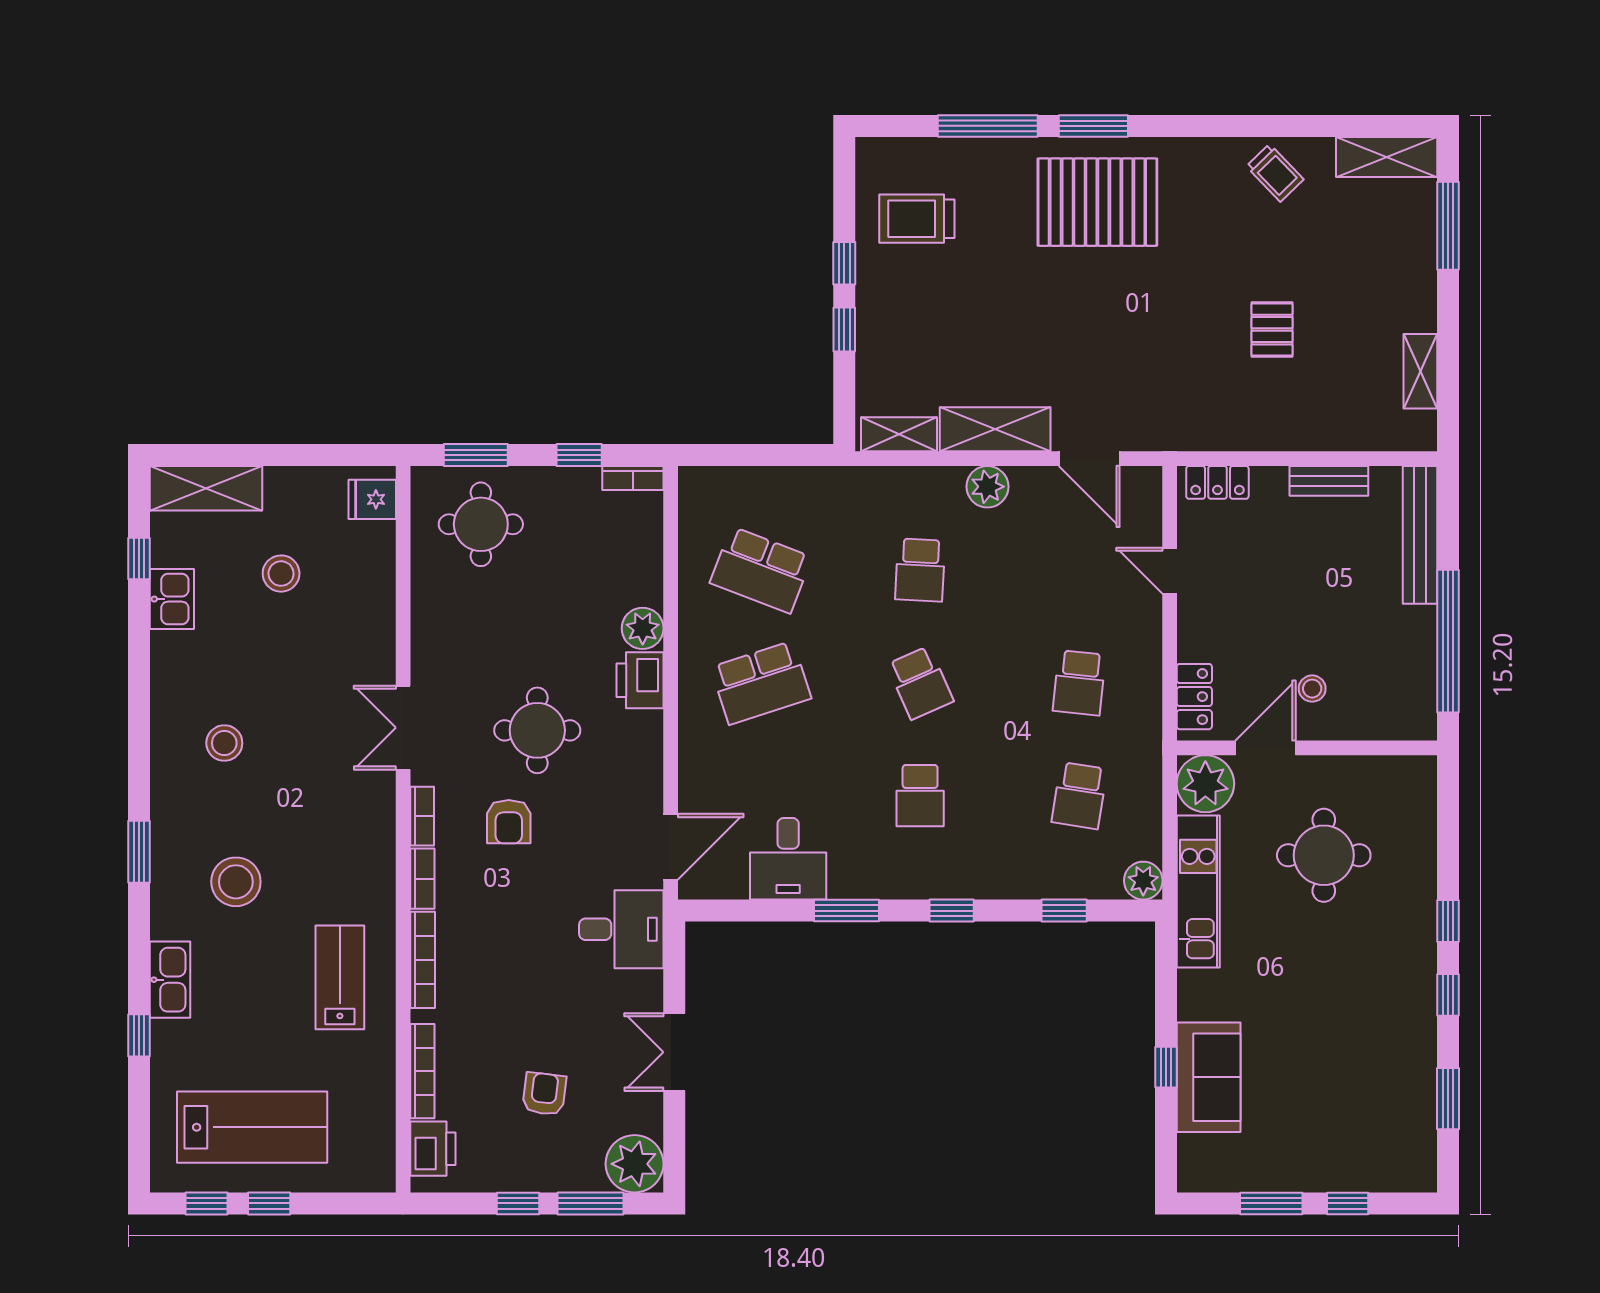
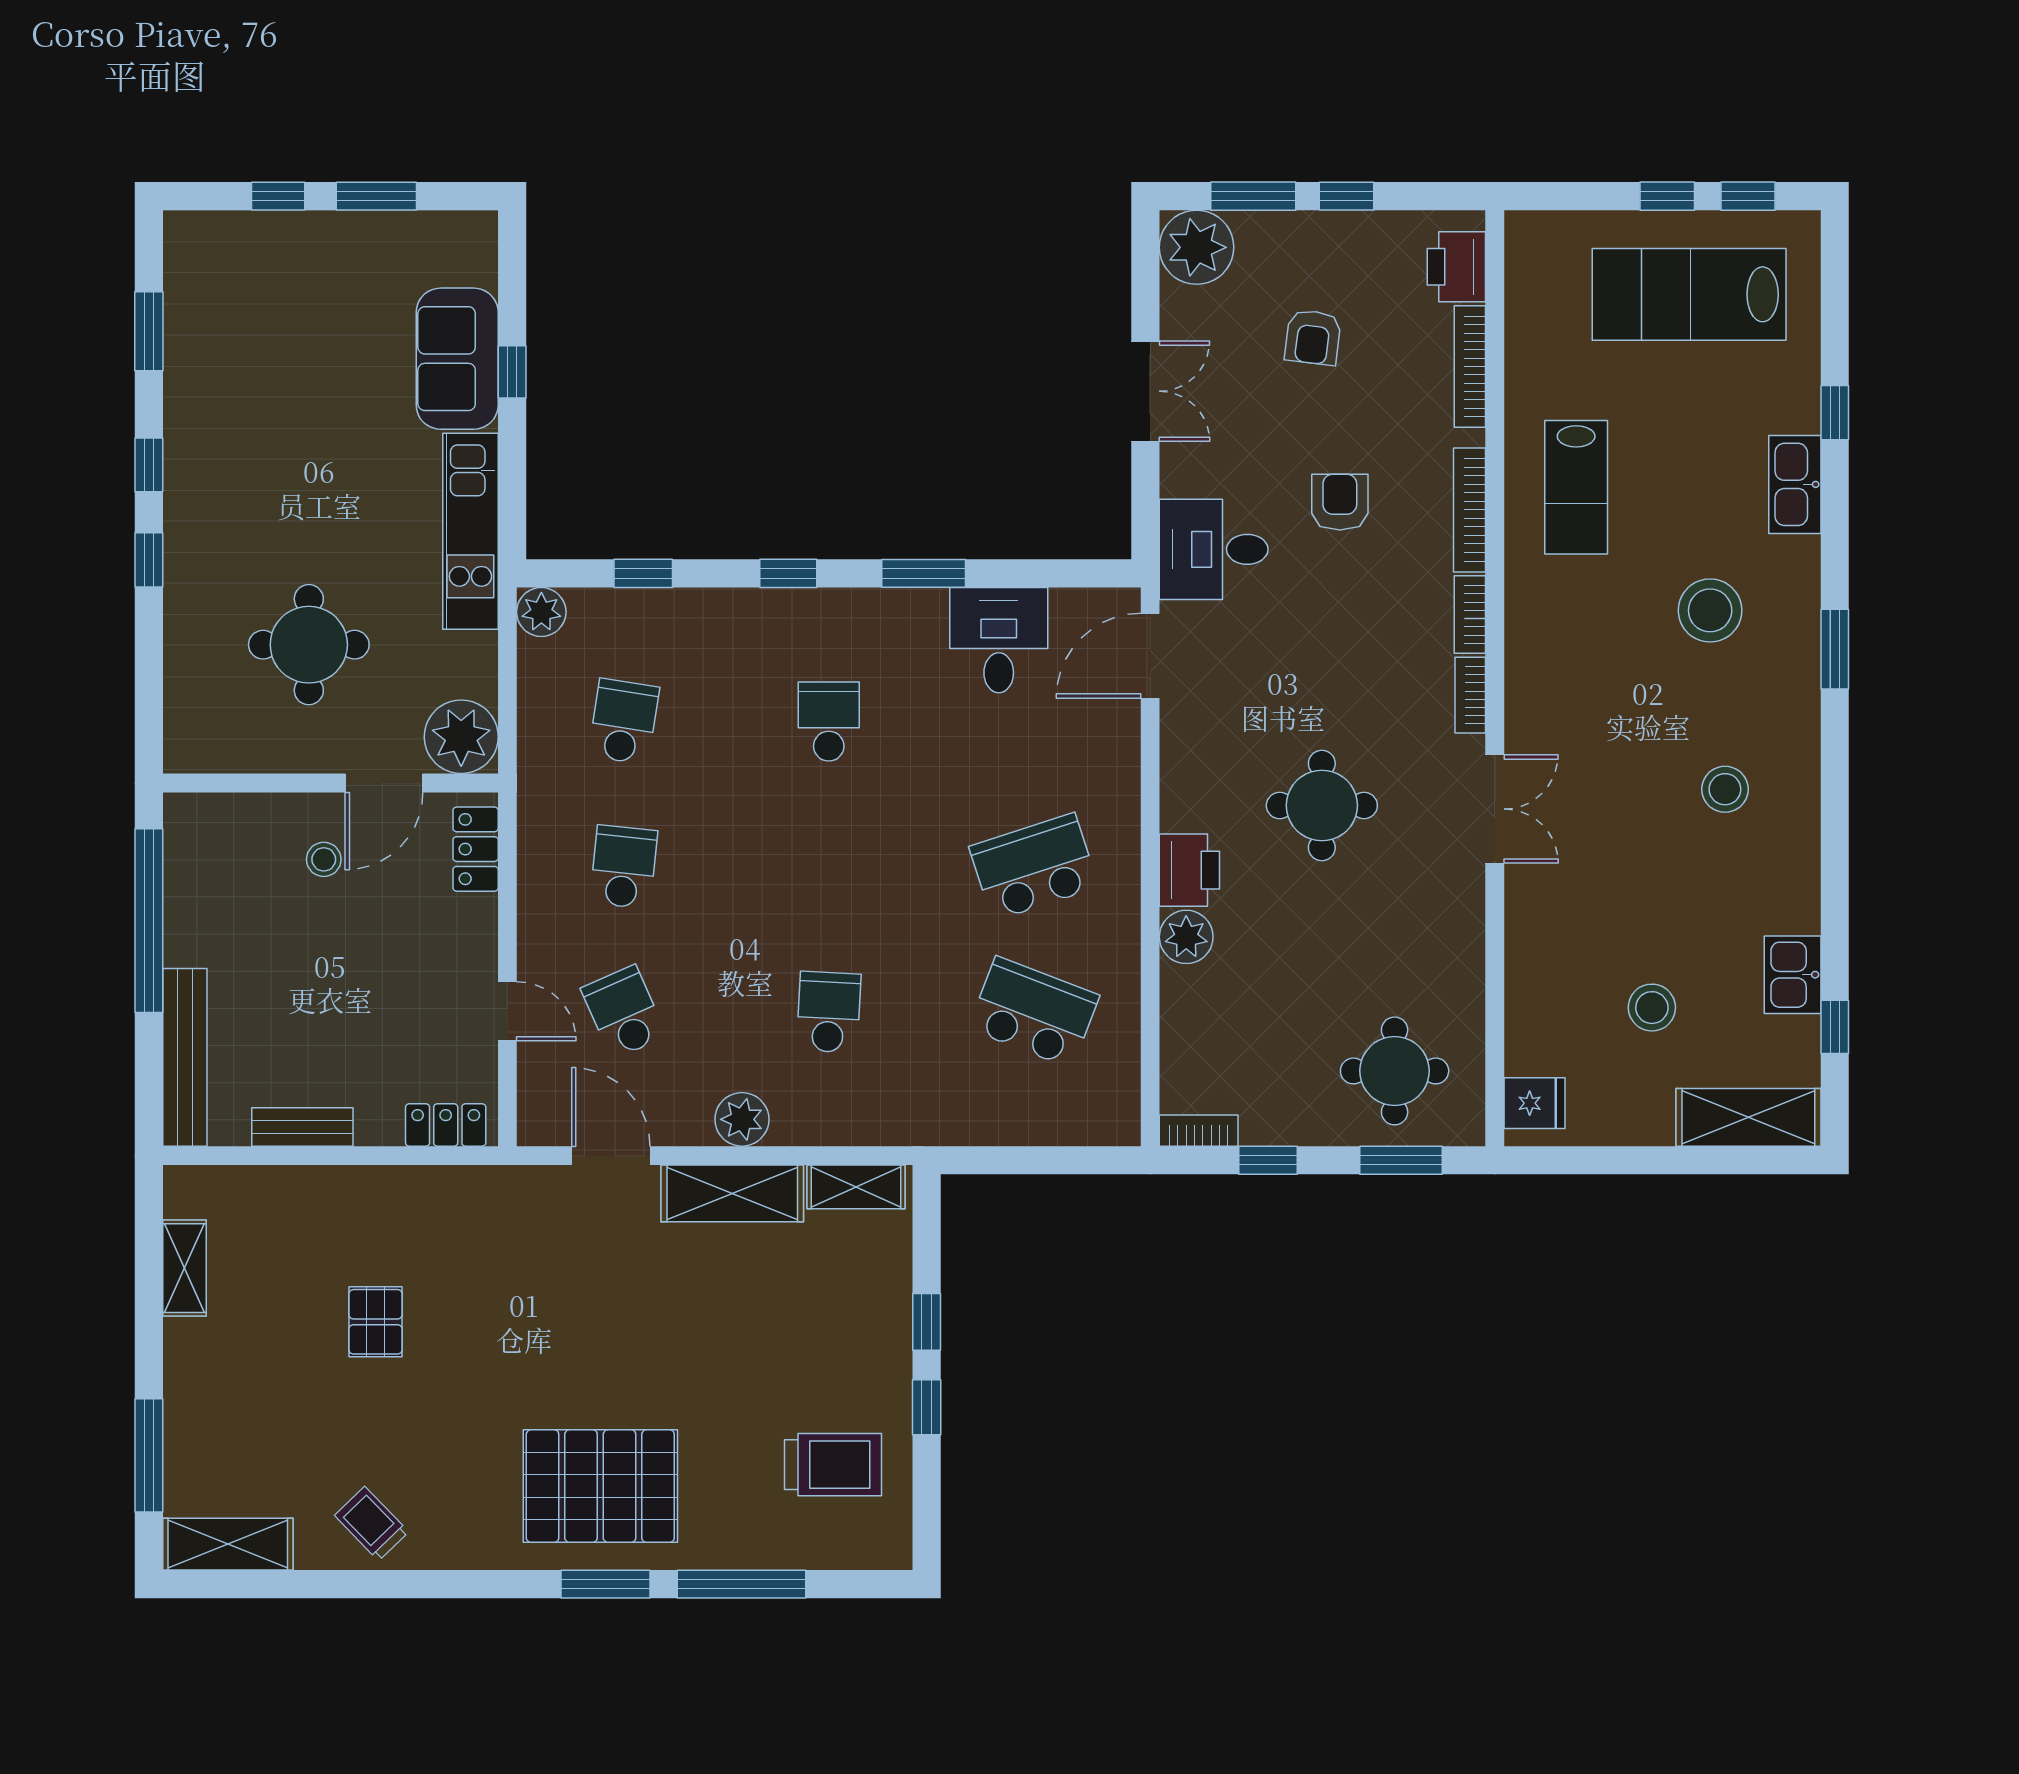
school desk: (920, 683) -> (624, 1012), moved
armchair: (509, 822) -> (1340, 502), moved
kitchen unit: (1198, 891) -> (470, 531), moved

